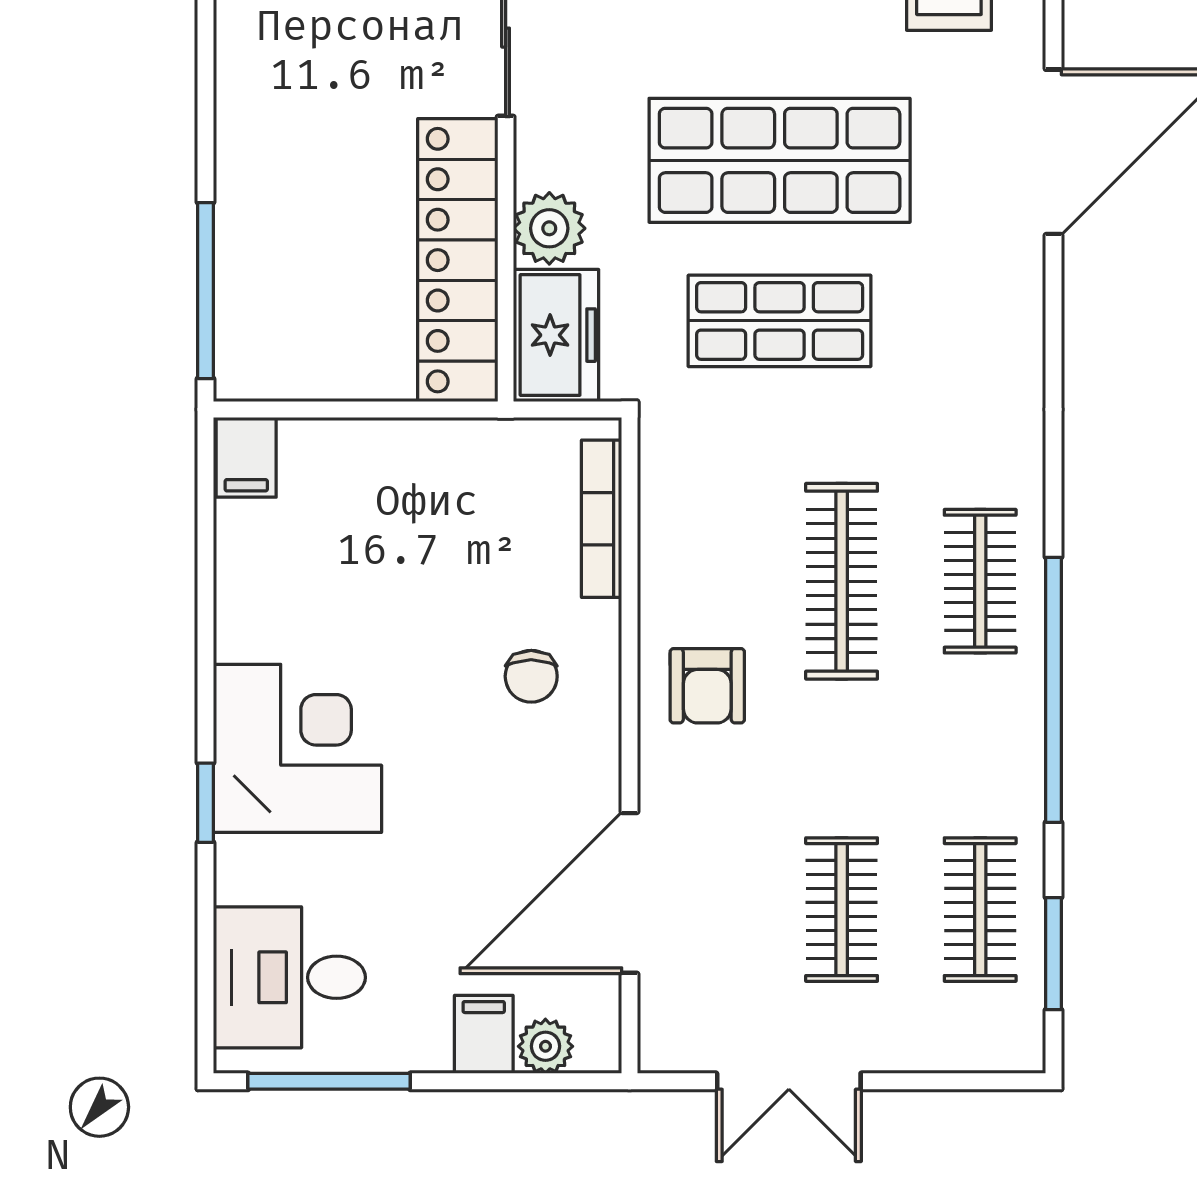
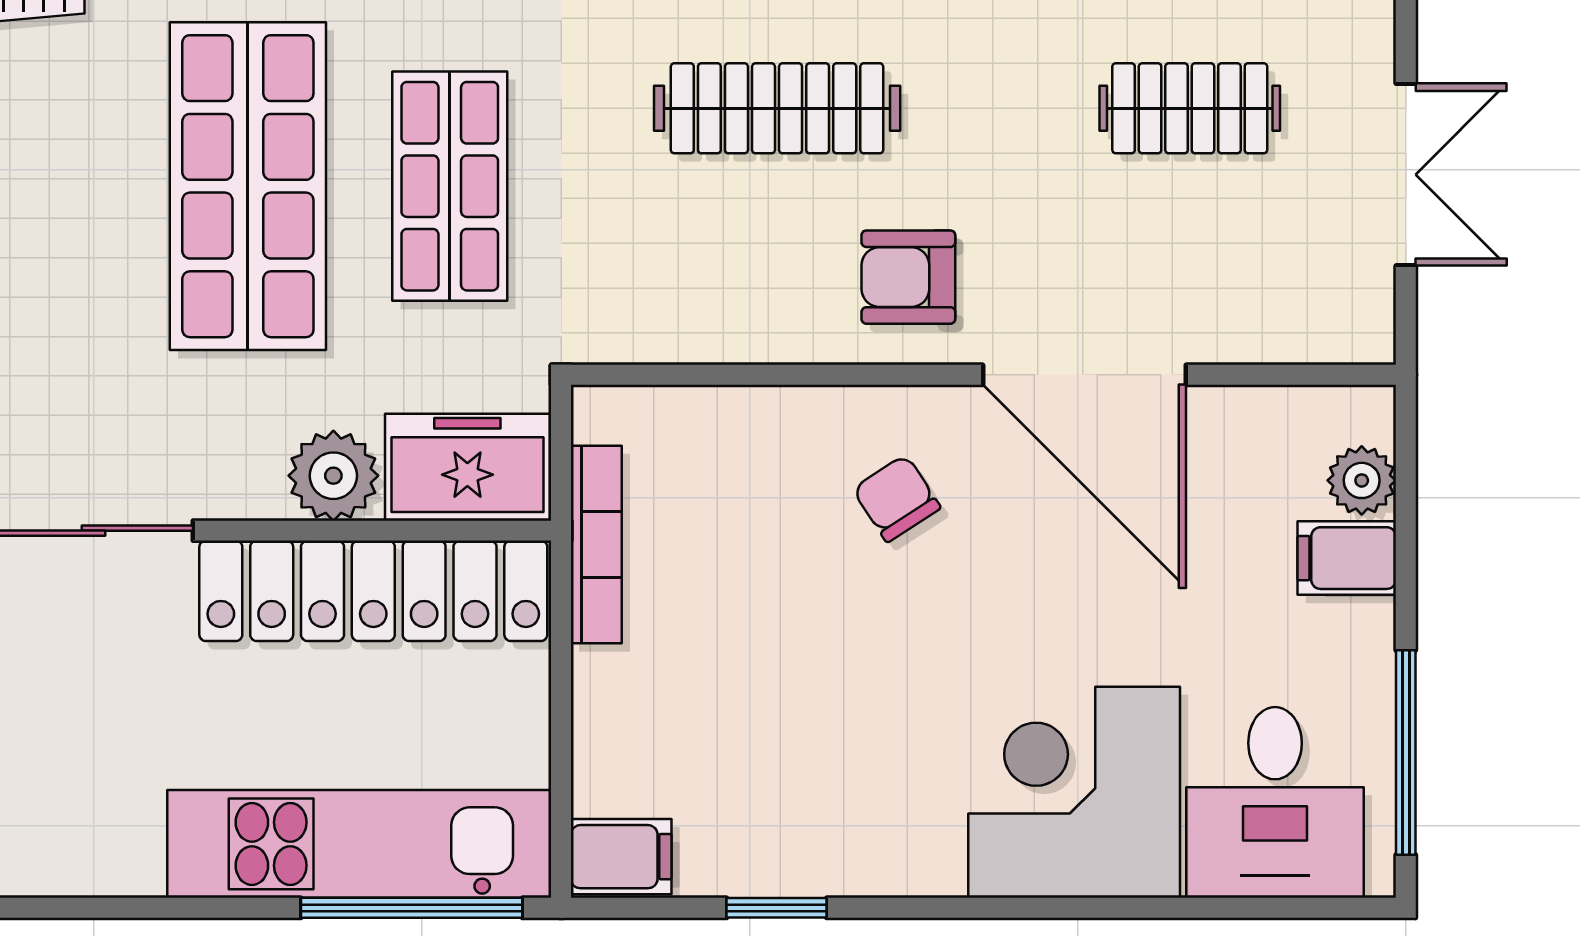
kitchen unit: (256, 249) -> (359, 844), added
bookcase: (602, 519) -> (596, 545), moved, turned -90
chair: (531, 676) -> (897, 498), turned -123
armchair: (707, 686) -> (908, 277), turned 180
corner desk: (297, 748) -> (1074, 792), moved
window: (206, 803) -> (777, 908), moved
door: (630, 893) -> (1084, 375), moved

